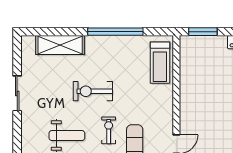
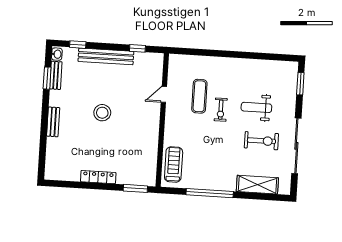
exercise bike: (93, 91) -> (261, 141), moved
sliding door: (17, 93) -> (296, 146), width x1.86

